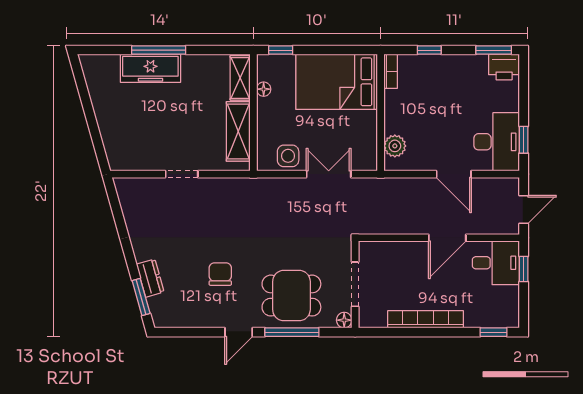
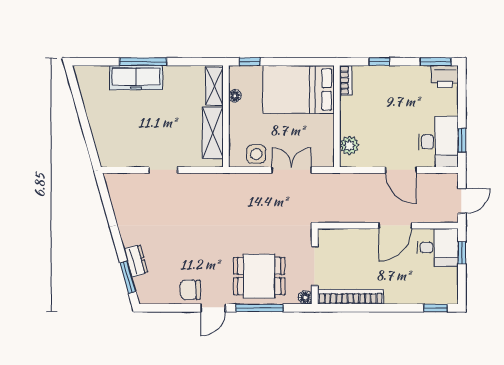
chair: (220, 274) -> (190, 290), moved, turned -90
bookcase: (426, 319) -> (351, 297), moved

